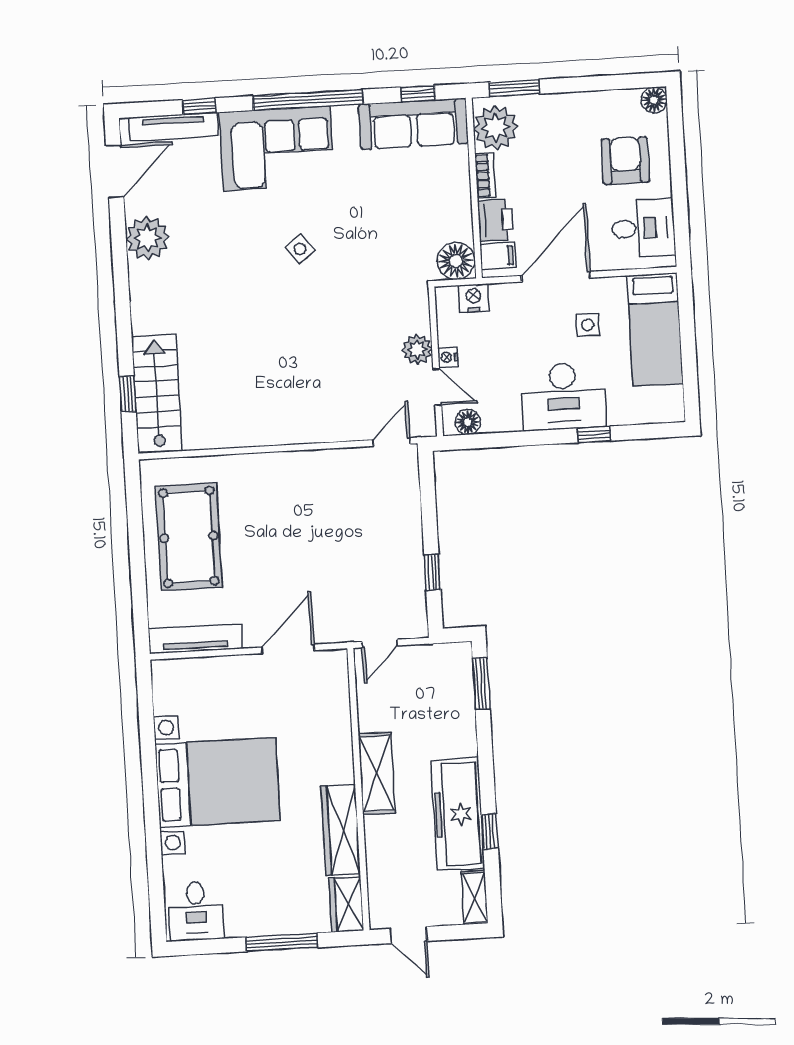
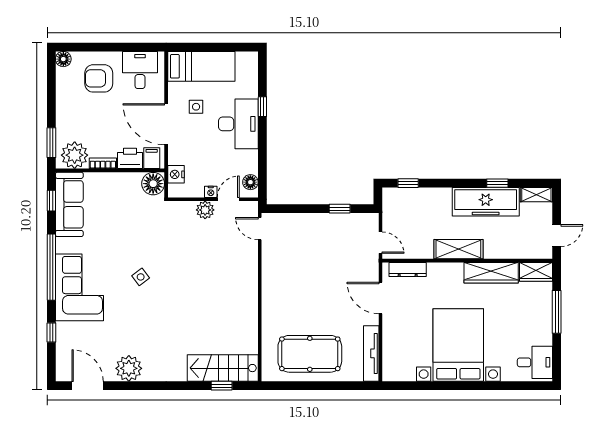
tv unit: (173, 127) -> (63, 349), removed
window: (481, 684) -> (408, 183), width x0.67
dresser: (338, 691) -> (408, 269), added

